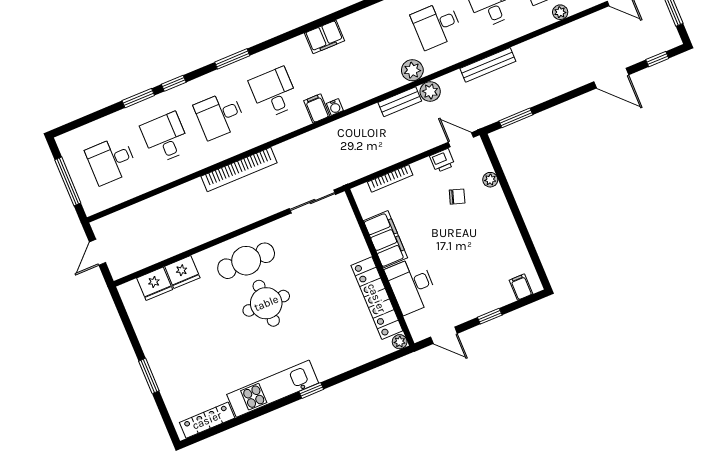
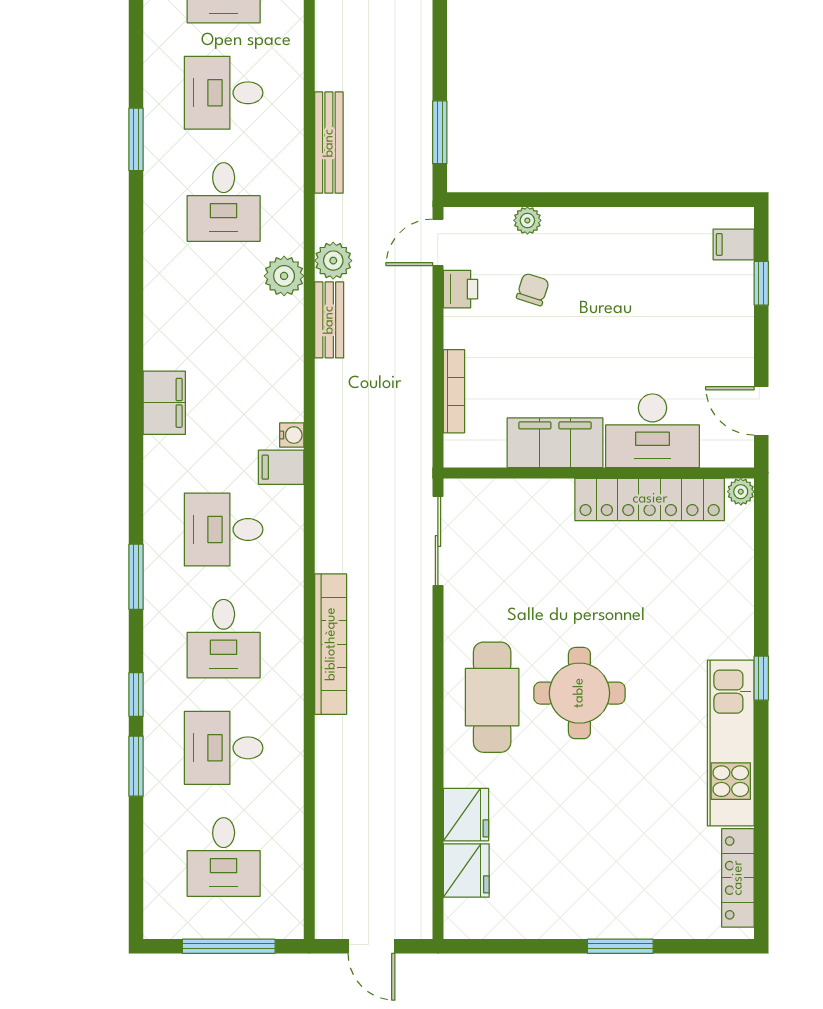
window: (490, 316) -> (761, 283), moved
door: (444, 335) -> (761, 411), swing flipped

